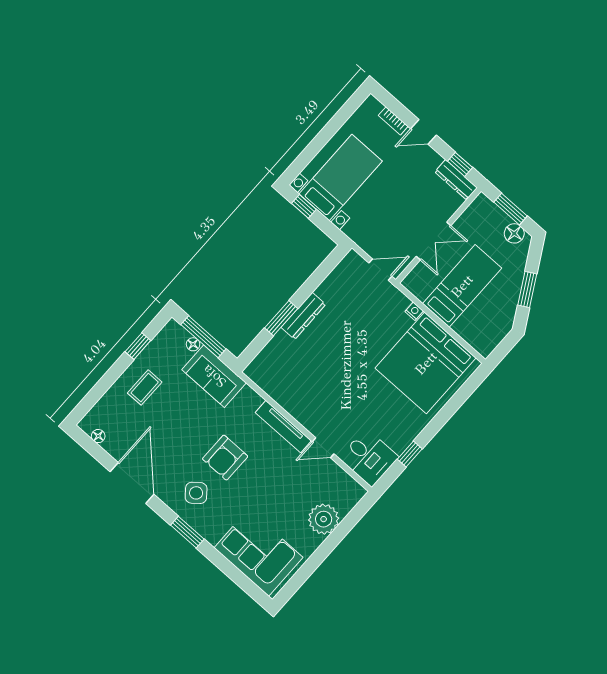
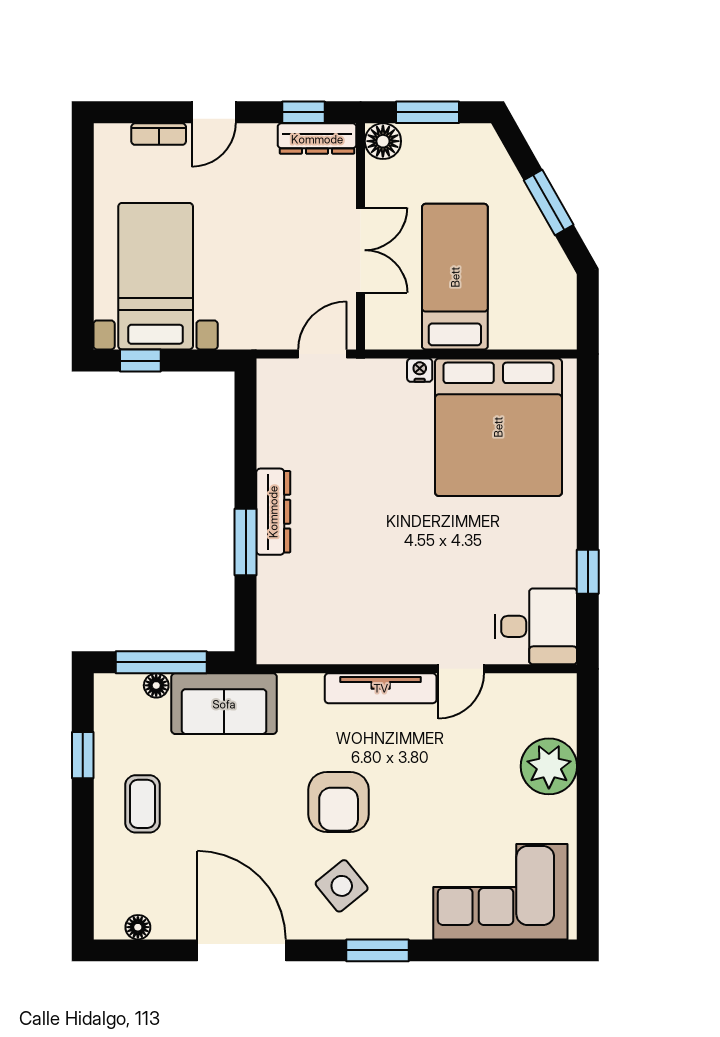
floor lamp: (514, 233) -> (383, 141), moved

